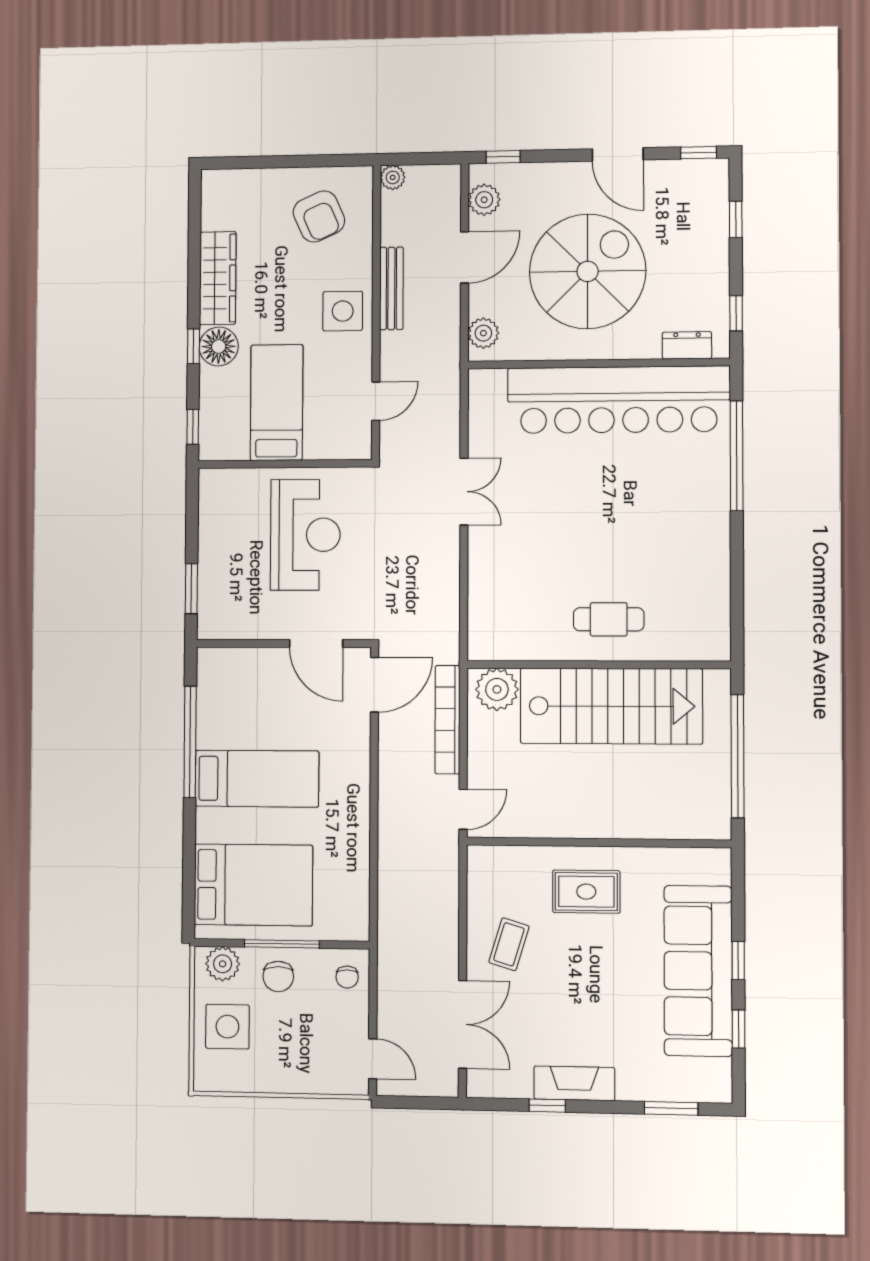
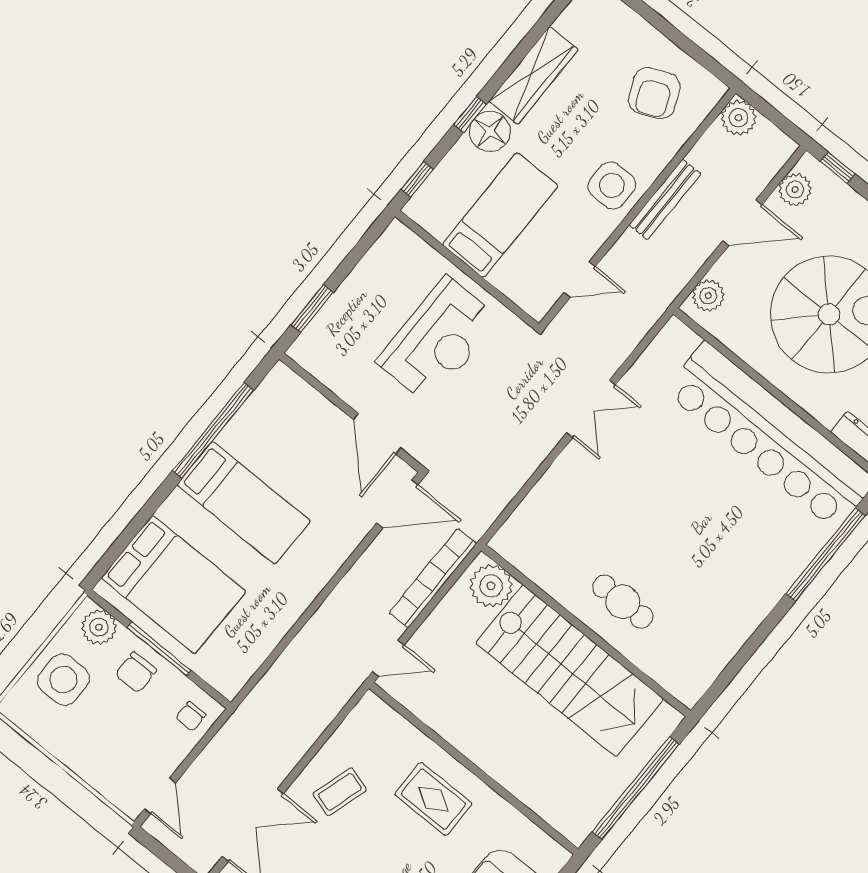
plant: (393, 177) -> (739, 118), width x1.38, depth x1.38

